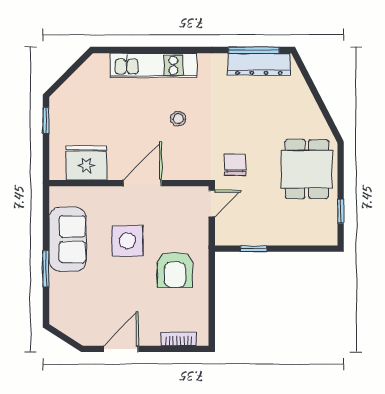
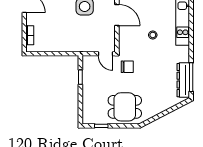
armchair: (175, 270) -> (68, 33), removed

